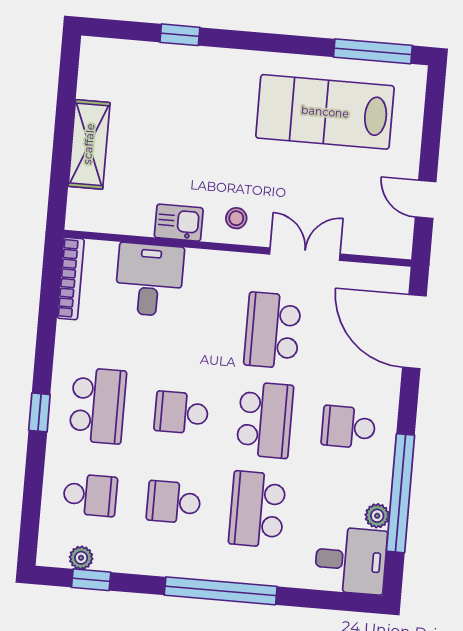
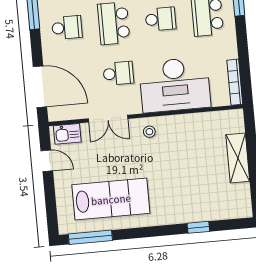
kitchen sink: (179, 223) -> (67, 134), moved
desk: (149, 280) -> (175, 85), width x1.87, depth x1.30
school desk: (273, 330) -> (118, 73), width x0.54

